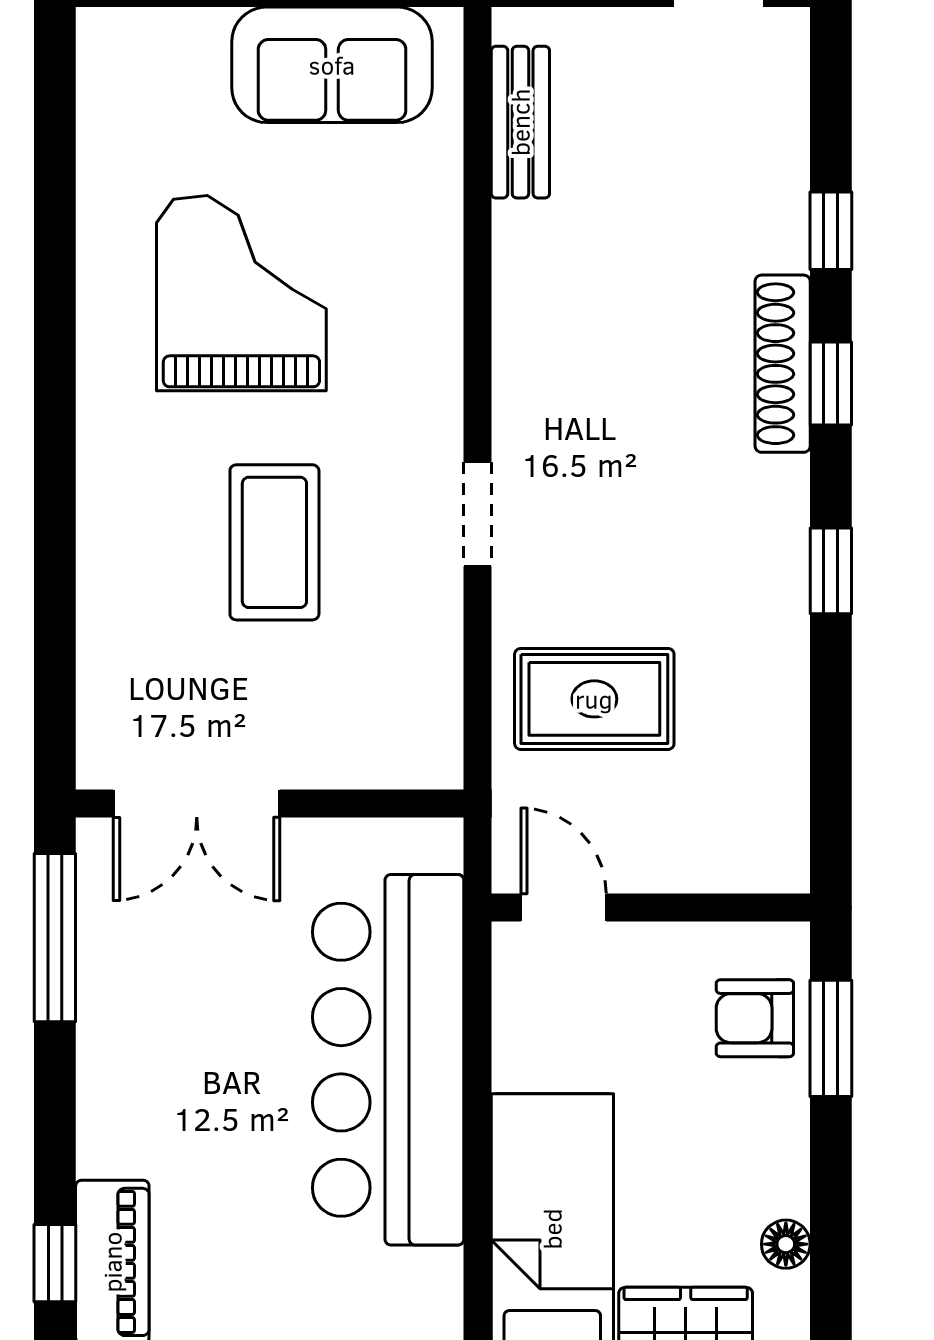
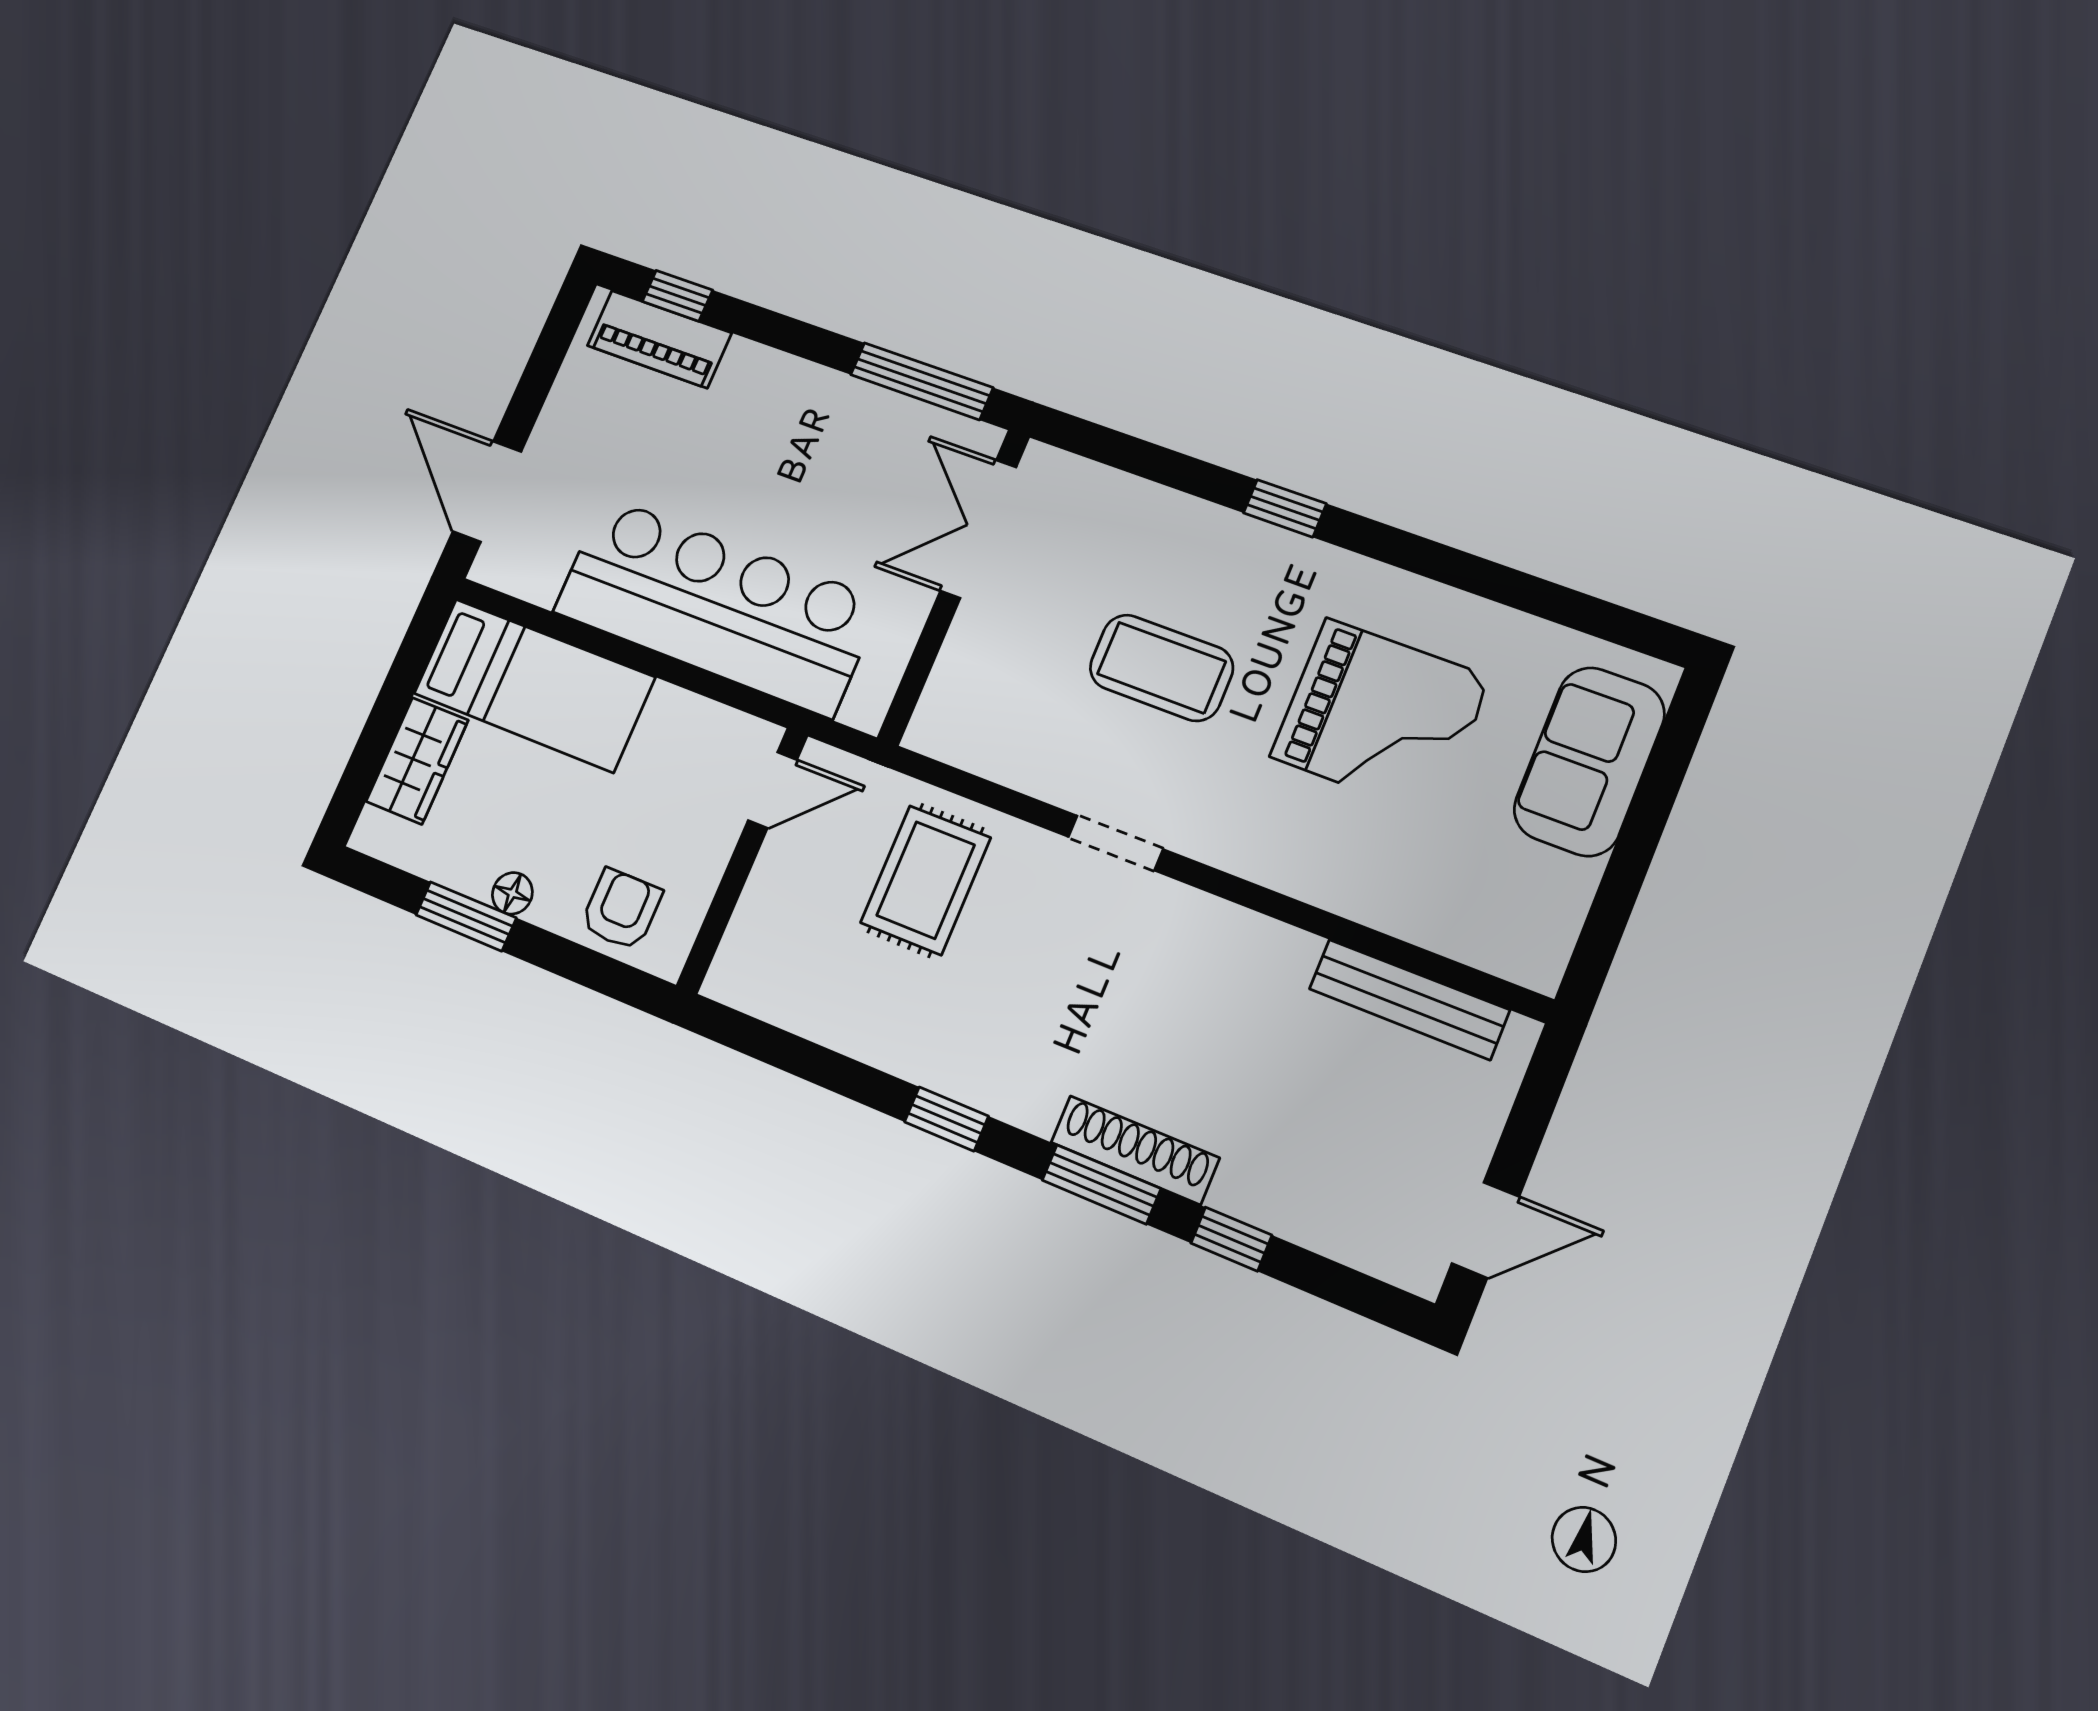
sofa: (332, 65) -> (1589, 761), moved
bench: (520, 122) -> (1409, 999), width x1.36
window: (831, 384) -> (1101, 1184), width x1.50
window: (55, 482) -> (1285, 508), added
window: (831, 1038) -> (466, 916), moved
floor lamp: (786, 1244) -> (512, 893), moved

